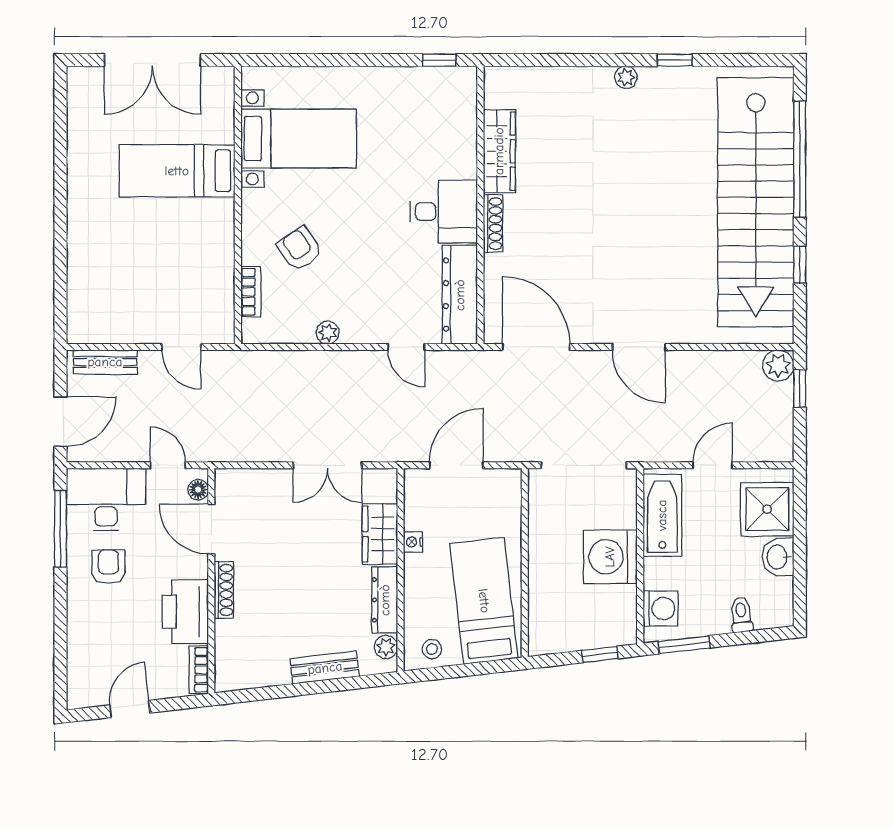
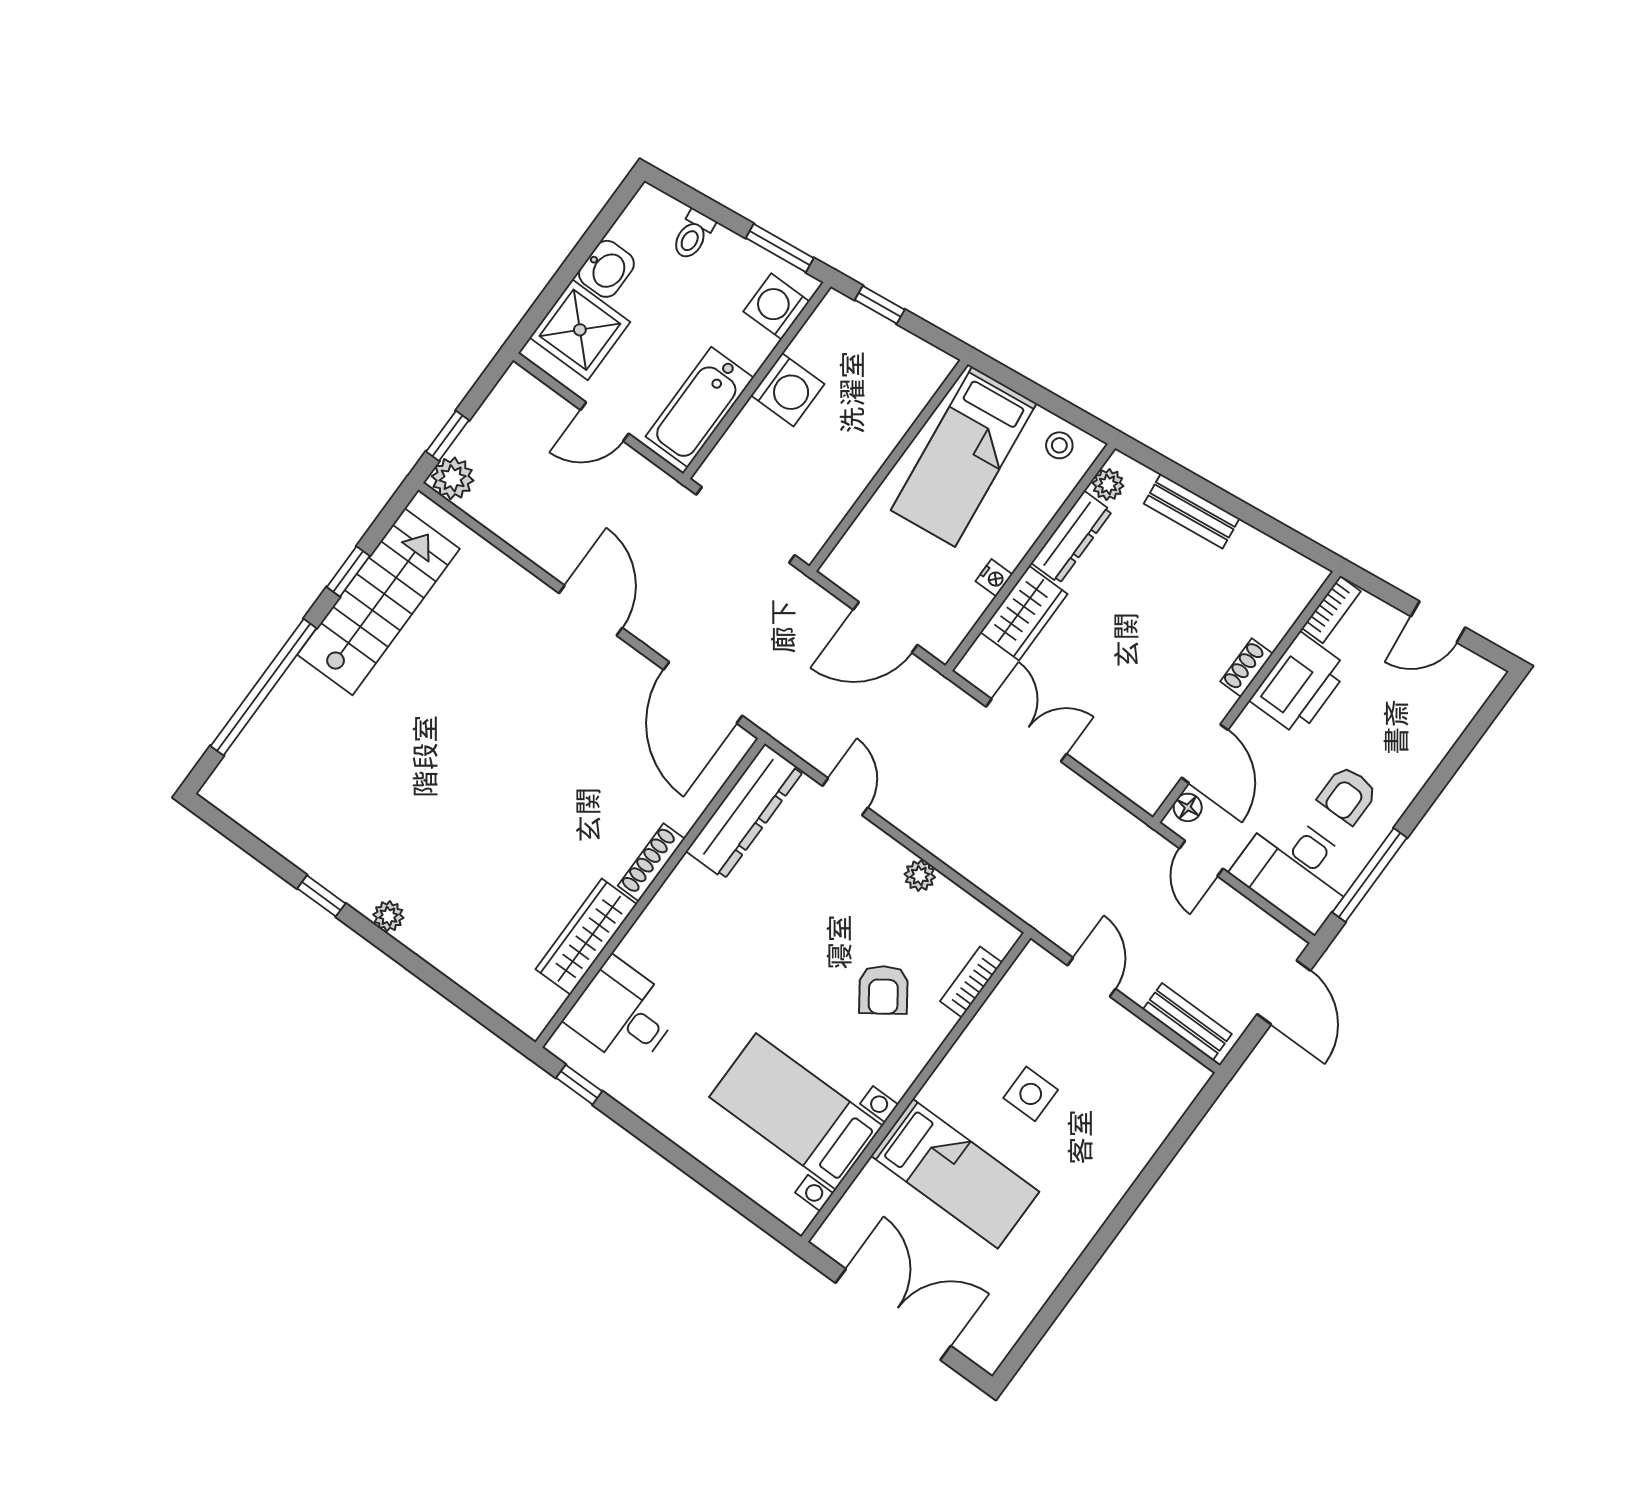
stairs: (756, 202) -> (378, 602), width x0.54, depth x0.66
desk: (444, 212) -> (623, 1014), moved
side table: (167, 251) -> (1031, 1094), added
door: (60, 422) -> (1284, 992), swing flipped
washing machine: (610, 557) -> (788, 390), width x0.73, depth x0.73
shoe rack: (224, 590) -> (1247, 668), width x0.70

